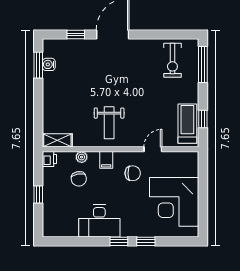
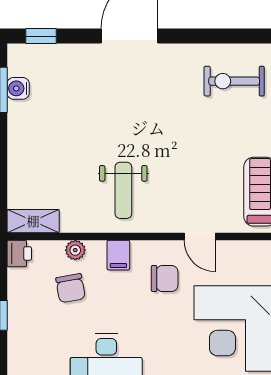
window: (76, 34) -> (41, 36), moved
exercise bike: (172, 60) -> (234, 81), turned 90
door: (153, 149) -> (200, 236), swing flipped

